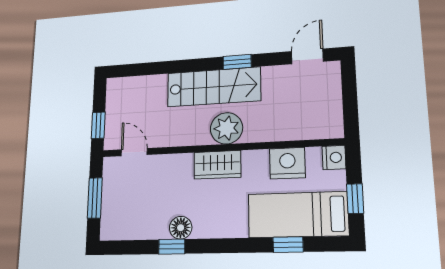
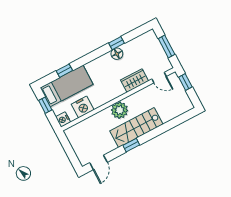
wardrobe: (217, 165) -> (135, 81), moved

